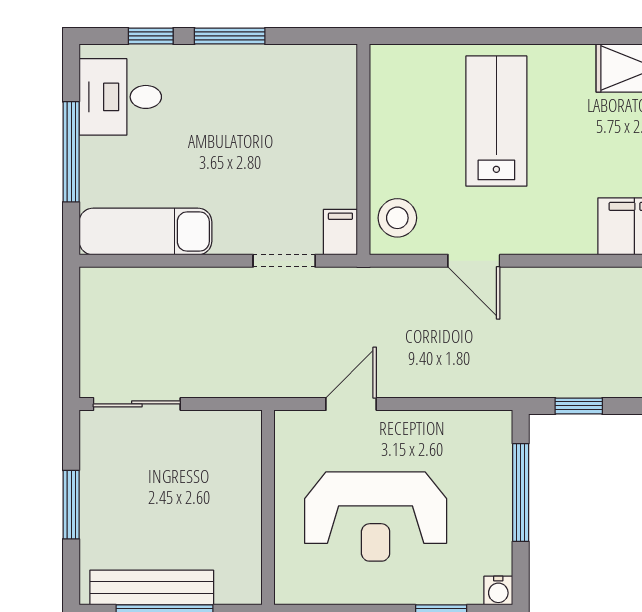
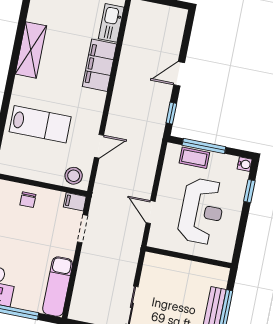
lab bench: (496, 121) -> (40, 124), turned 180
chair: (324, 127) -> (28, 200), added
coffee table: (490, 477) -> (194, 158), added

